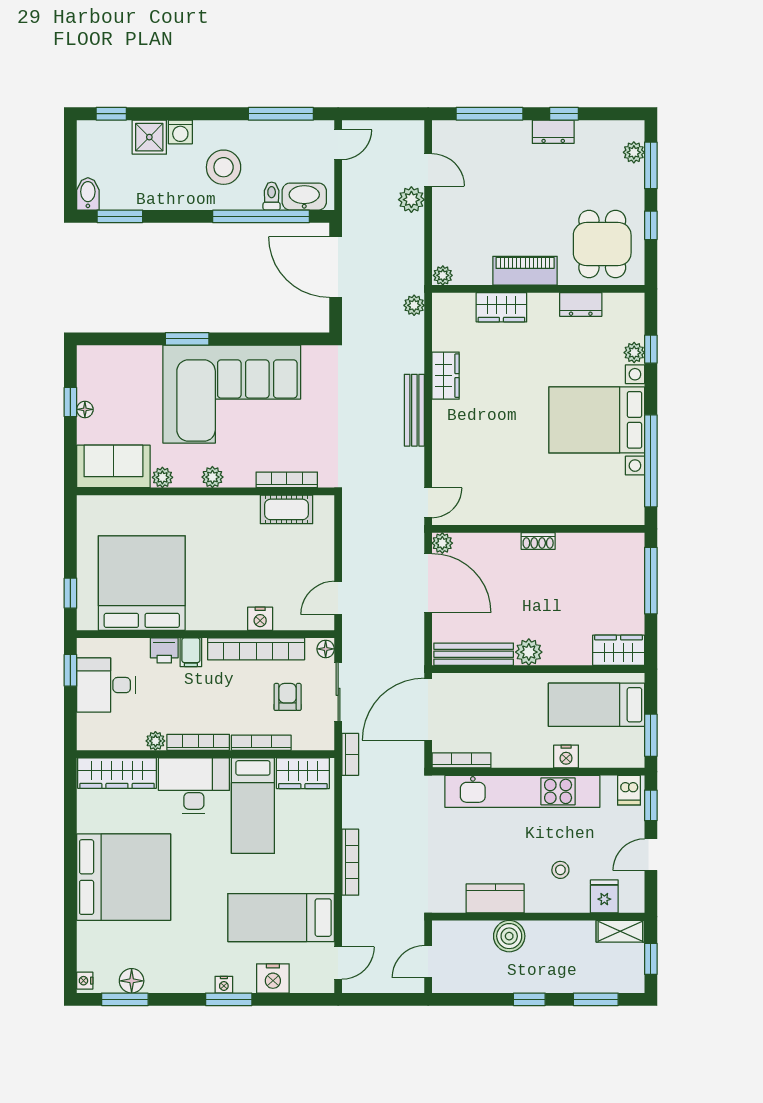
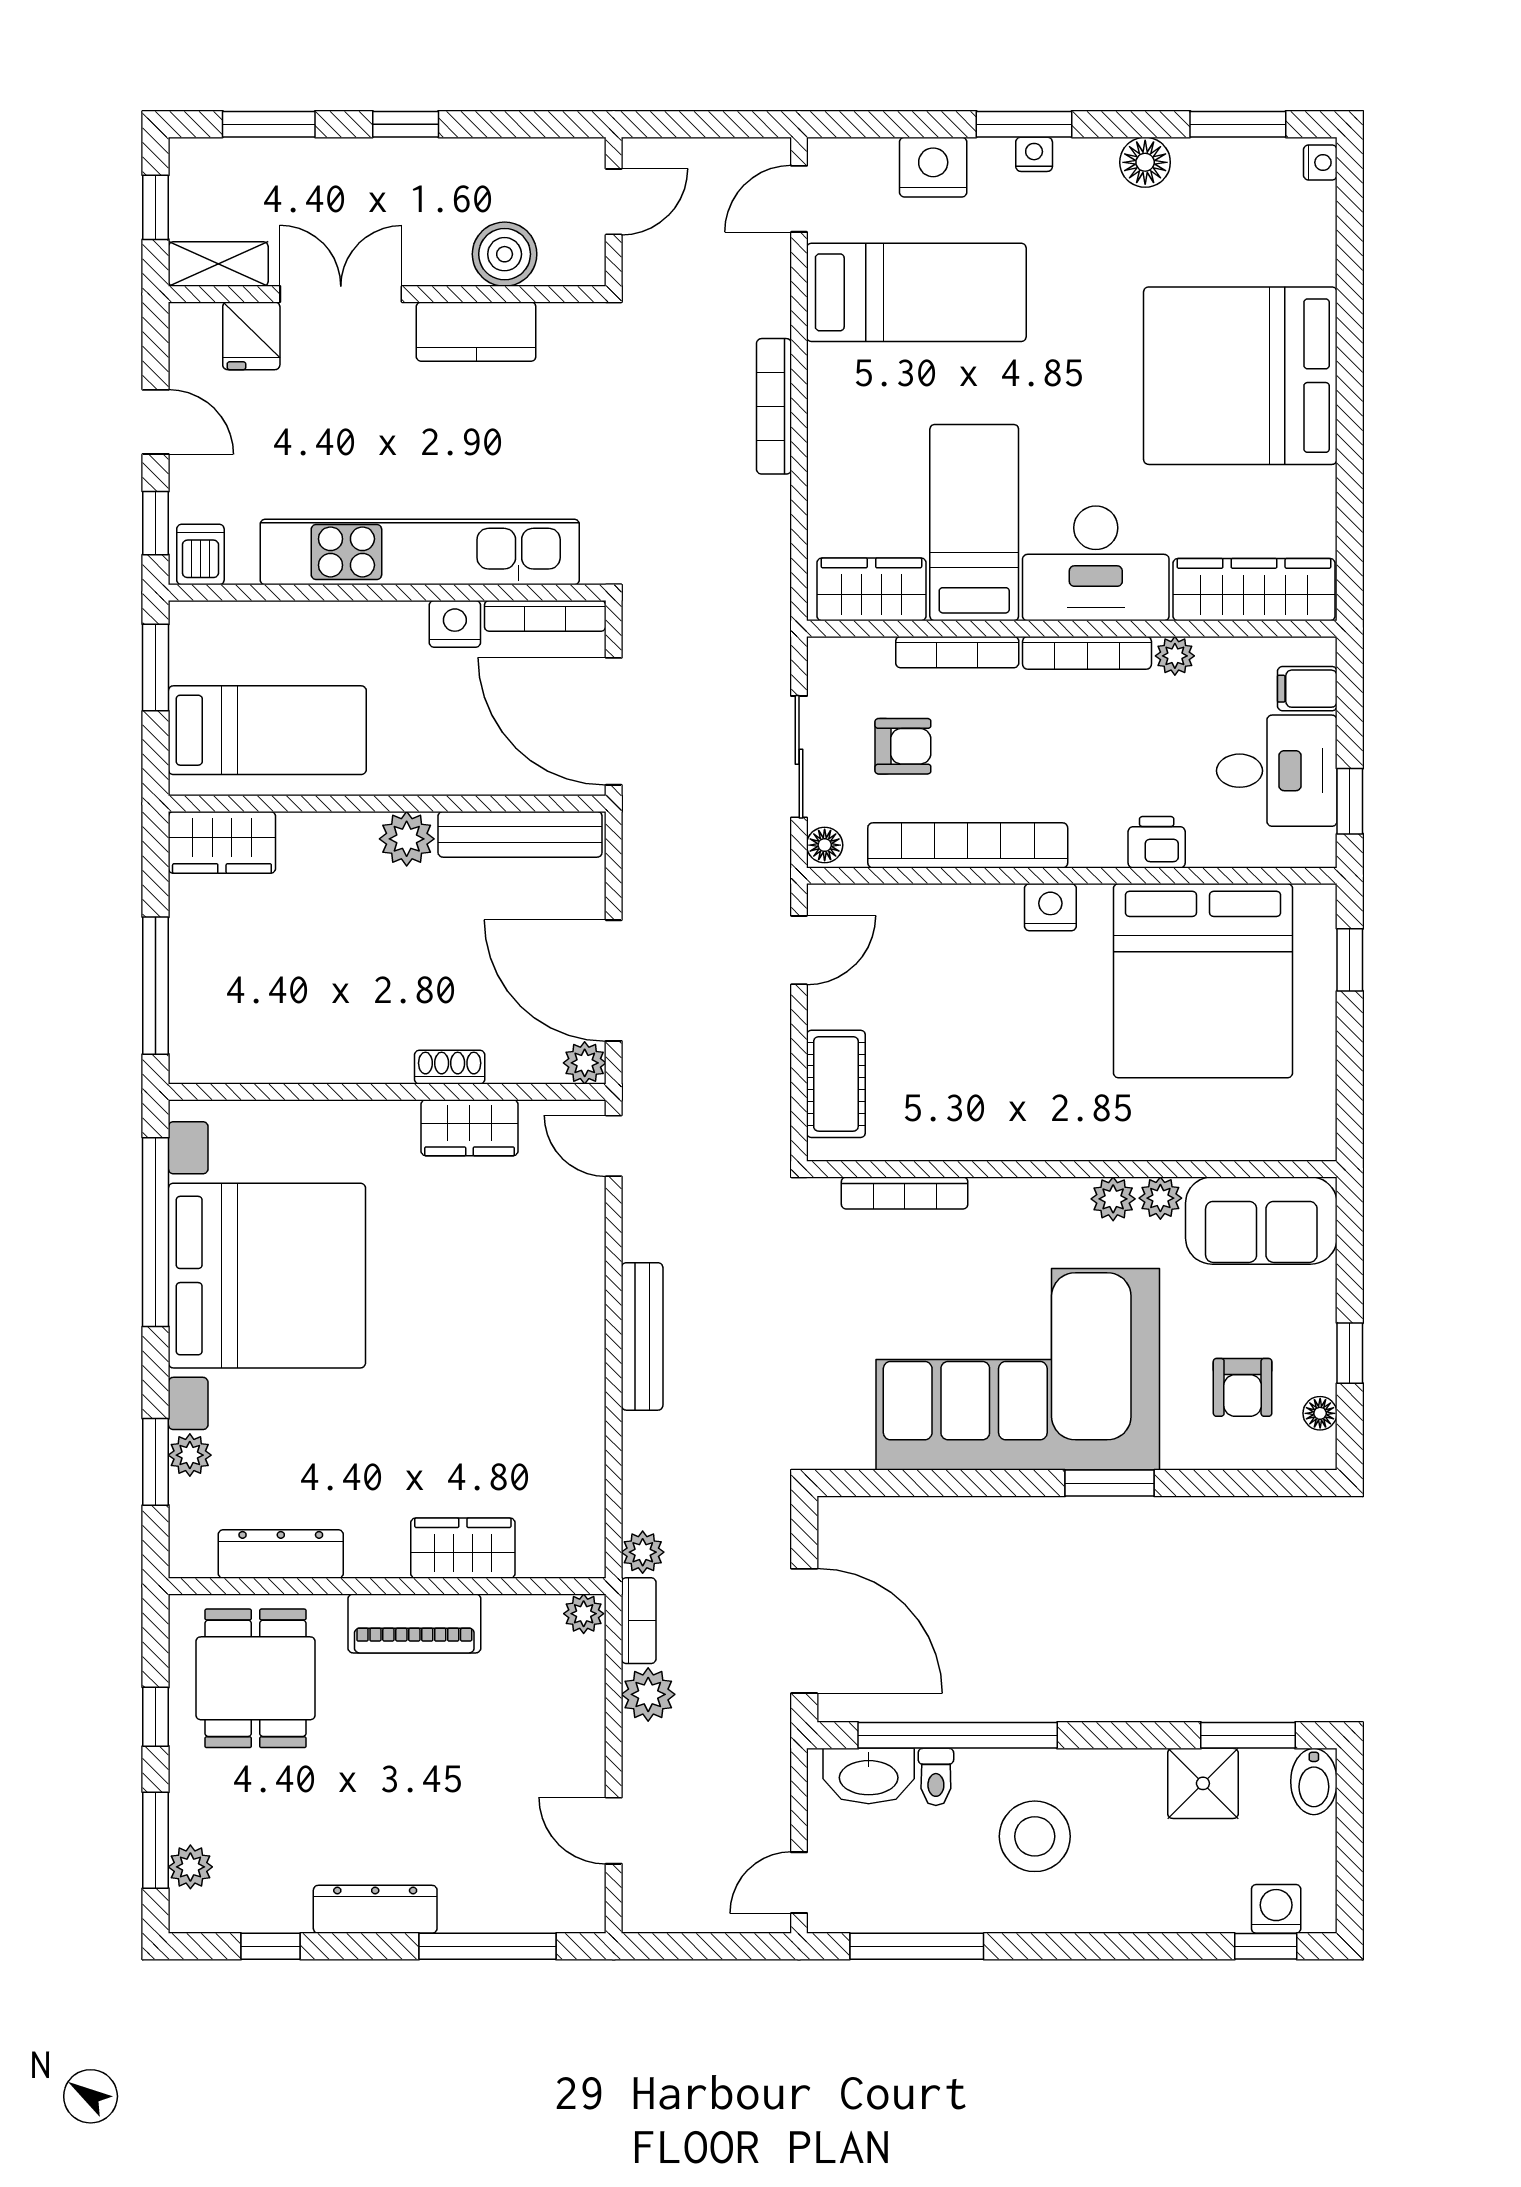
window: (564, 114) -> (271, 1946), moved
washing machine: (180, 132) -> (1276, 1909), moved
dresser: (553, 132) -> (375, 1909), width x1.44
shower: (149, 137) -> (1203, 1783), moved
plant: (411, 200) -> (648, 1694), moved
dresser: (581, 304) -> (281, 1554), width x1.44
window: (651, 349) -> (156, 1462), width x1.50
wardrobe: (446, 376) -> (470, 1128), moved, turned -90
armchair: (123, 385) -> (1243, 1387), added
floor lamp: (85, 409) -> (1320, 1413), moved
bed with nightstands: (597, 420) -> (267, 1276), width x1.36
plant: (212, 477) -> (1113, 1199), moved
door: (428, 503) -> (614, 1146), hinge flipped
cot: (286, 509) -> (836, 1084), moved, turned 90
shoe rack: (538, 541) -> (450, 1067), moved
nightstand: (260, 619) -> (1050, 907), moved
filing cabinet: (191, 652) -> (1307, 689), moved, turned -90
armchair: (288, 697) -> (903, 746), turned -90
door: (428, 709) -> (614, 721), swing flipped
bookcase: (350, 754) -> (639, 1621), moved, turned 180
nightstand: (566, 756) -> (455, 624), moved
door: (651, 855) -> (156, 422), hinge flipped
stool: (560, 870) -> (342, 390), removed
double door: (561, 917) -> (341, 294), added
boiler: (509, 936) -> (505, 254), moved
floor lamp: (132, 981) -> (1145, 162), moved

